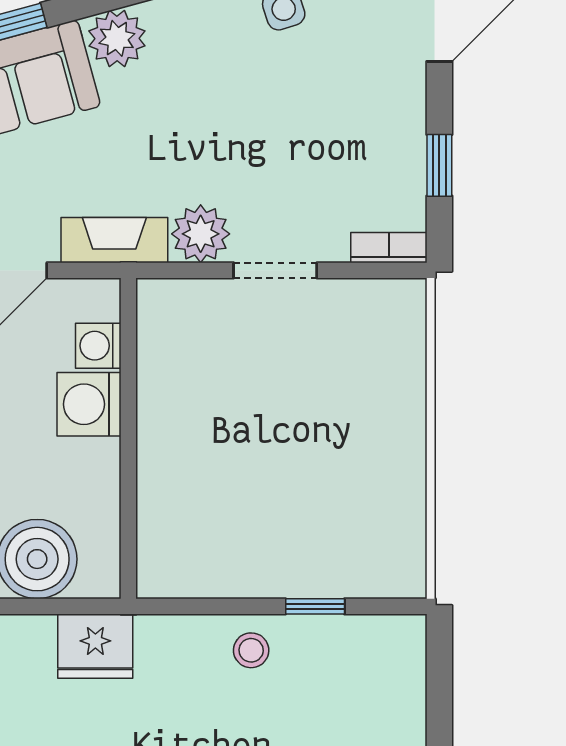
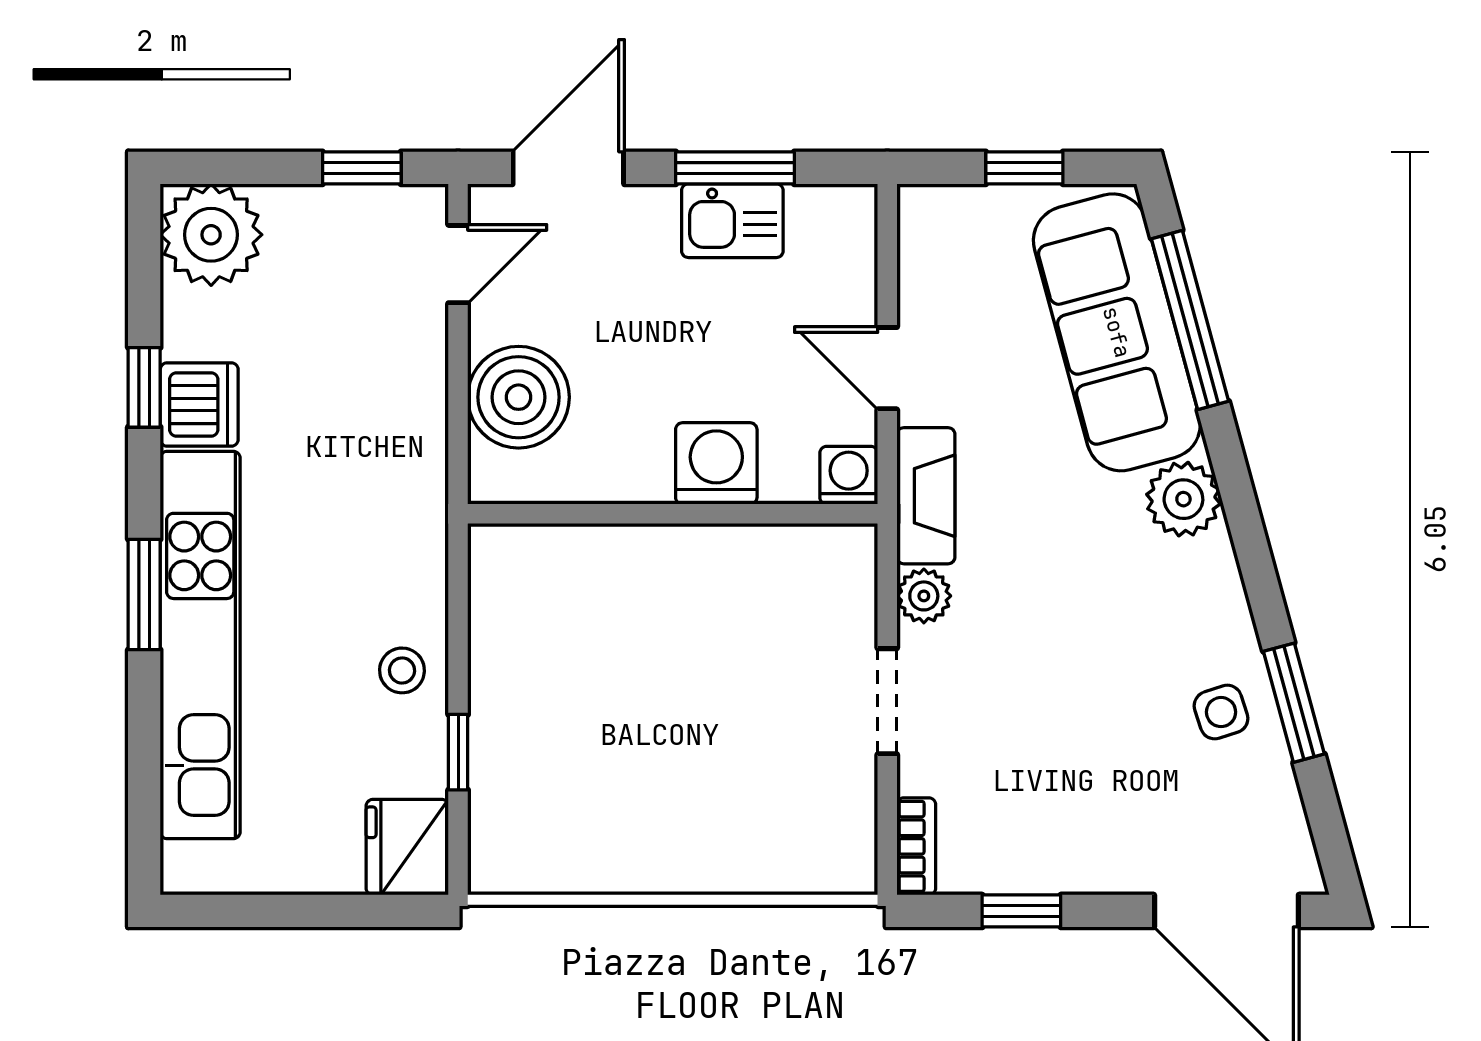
plant: (201, 234) -> (924, 596), width x0.73, depth x0.73
washing machine: (98, 346) -> (849, 475), moved
fridge: (95, 646) -> (407, 847), moved

